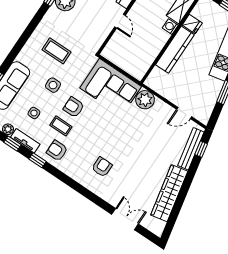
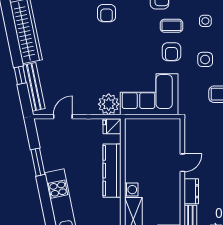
door: (120, 21) -> (182, 163), swing flipped
fridge: (192, 24) -> (112, 126), moved
armchair: (74, 107) -> (171, 52), turned 90
window: (201, 149) -> (20, 75), moved

